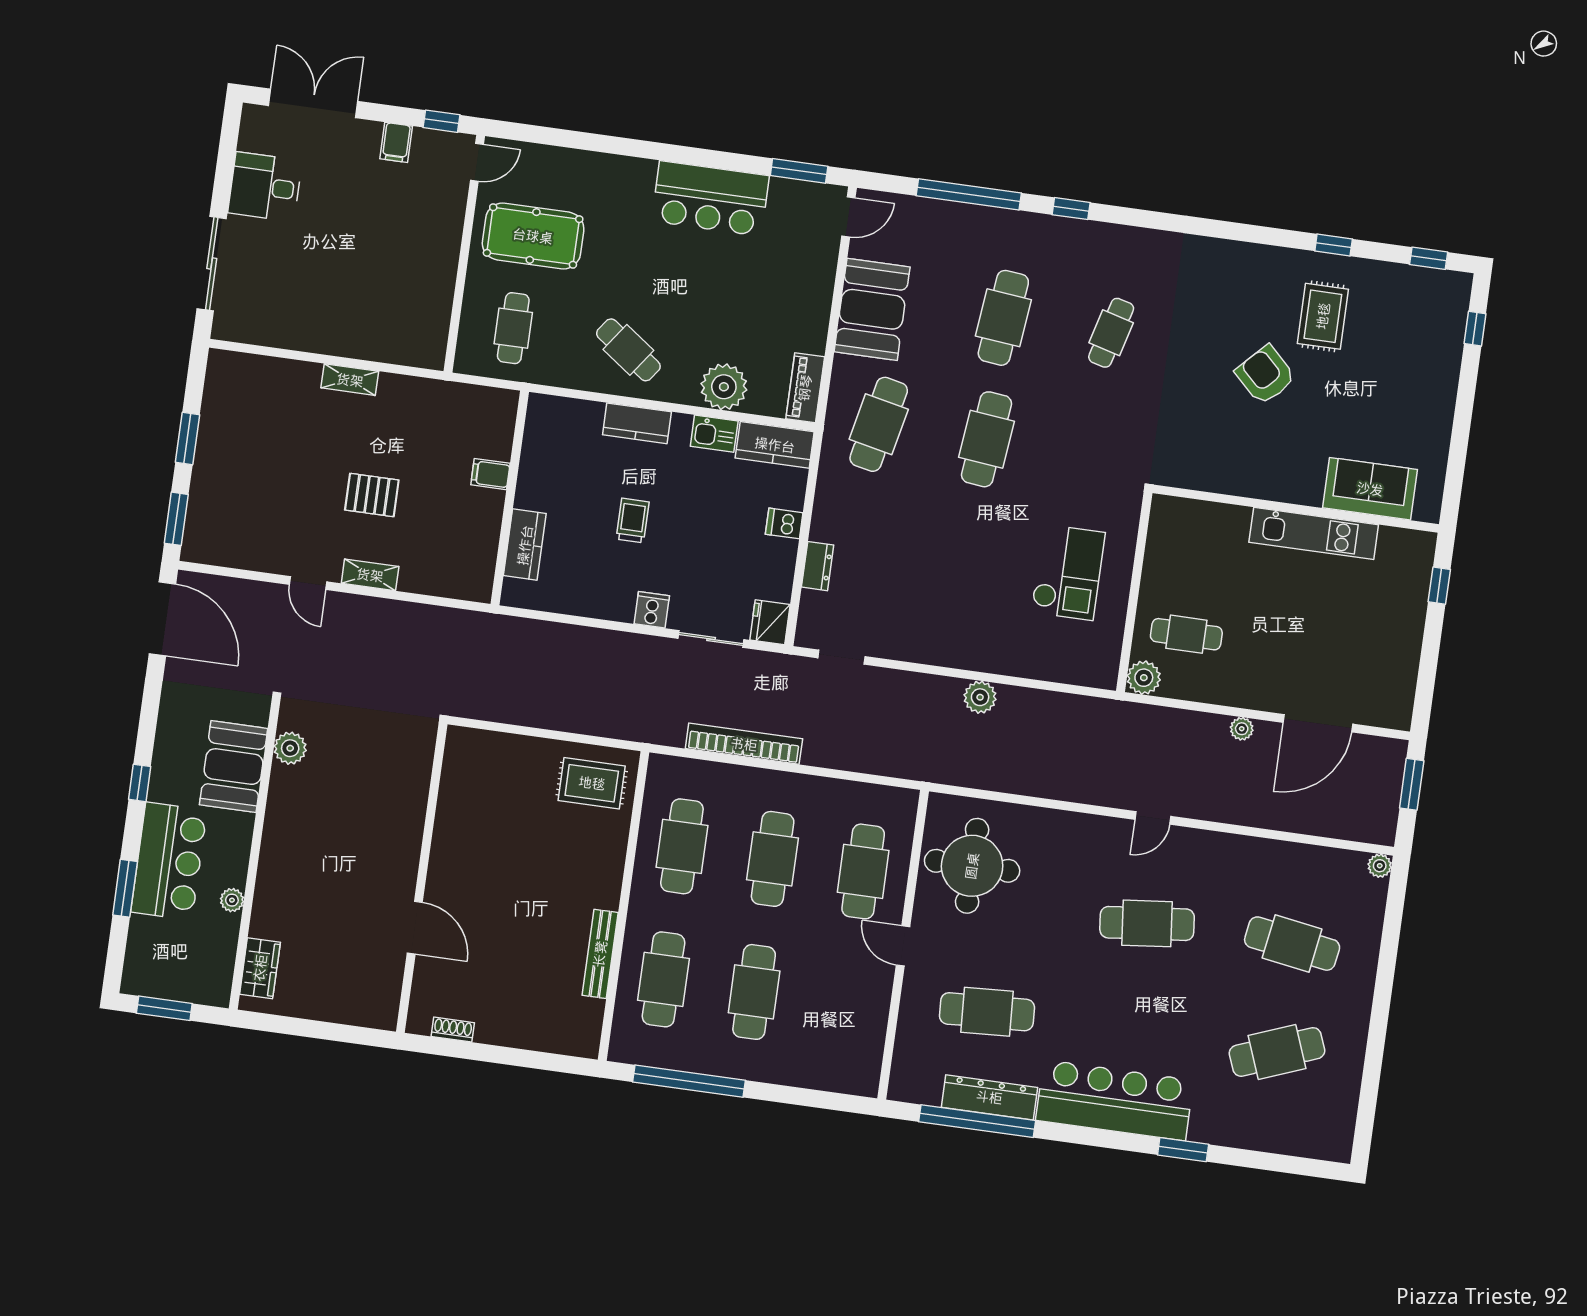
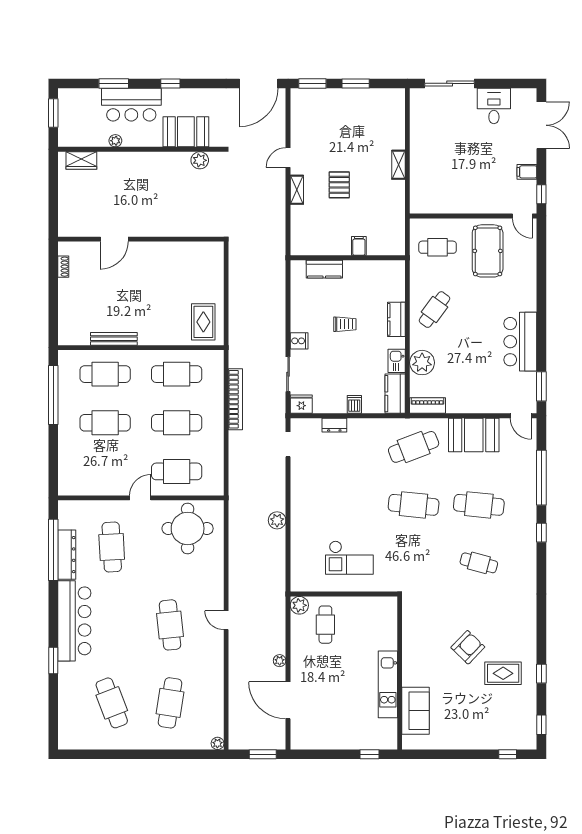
cafe table: (879, 424) -> (414, 447), turned -33

